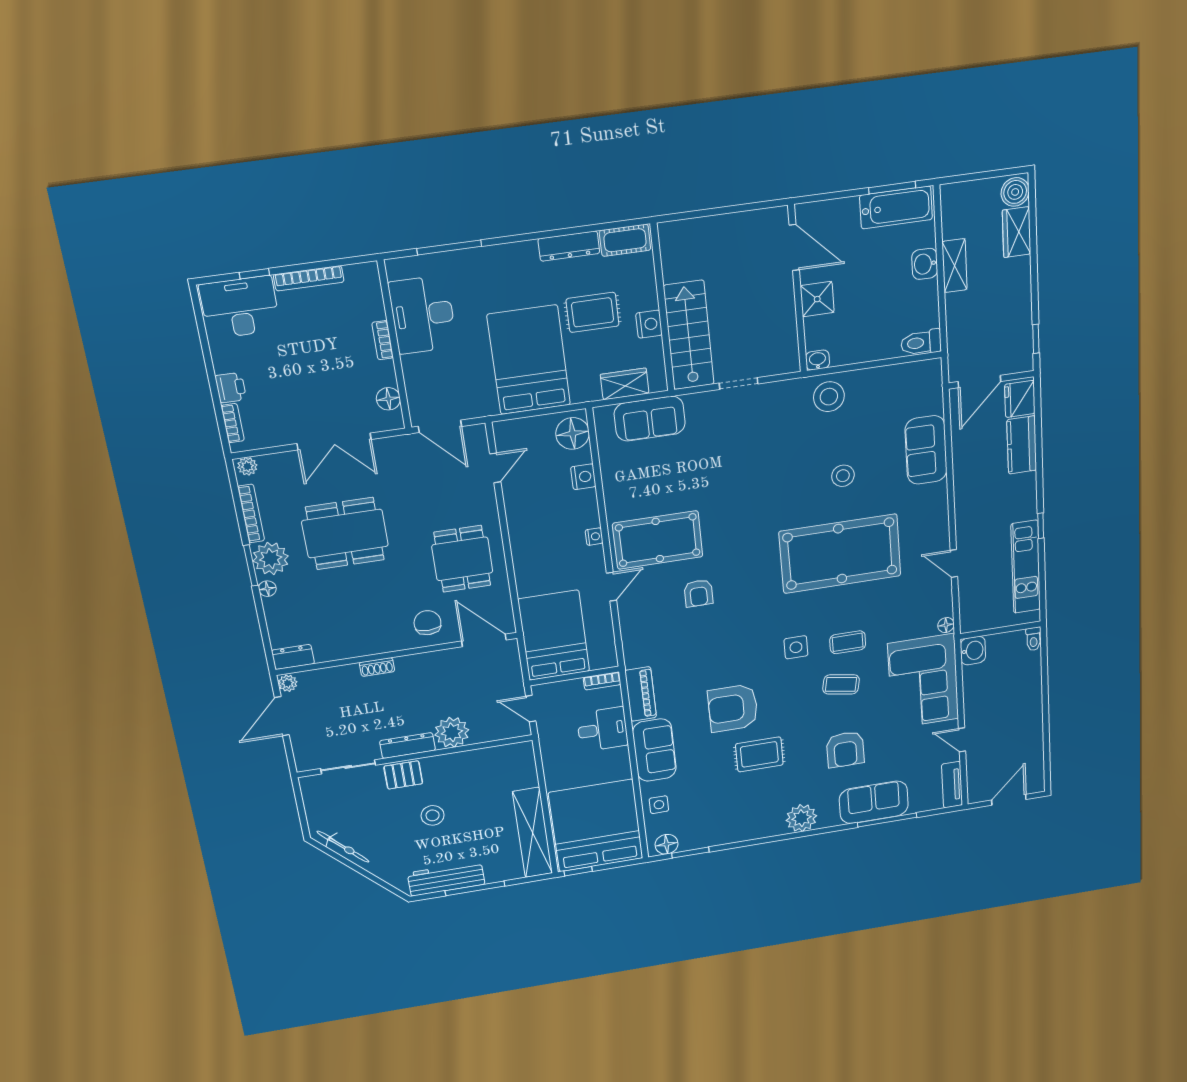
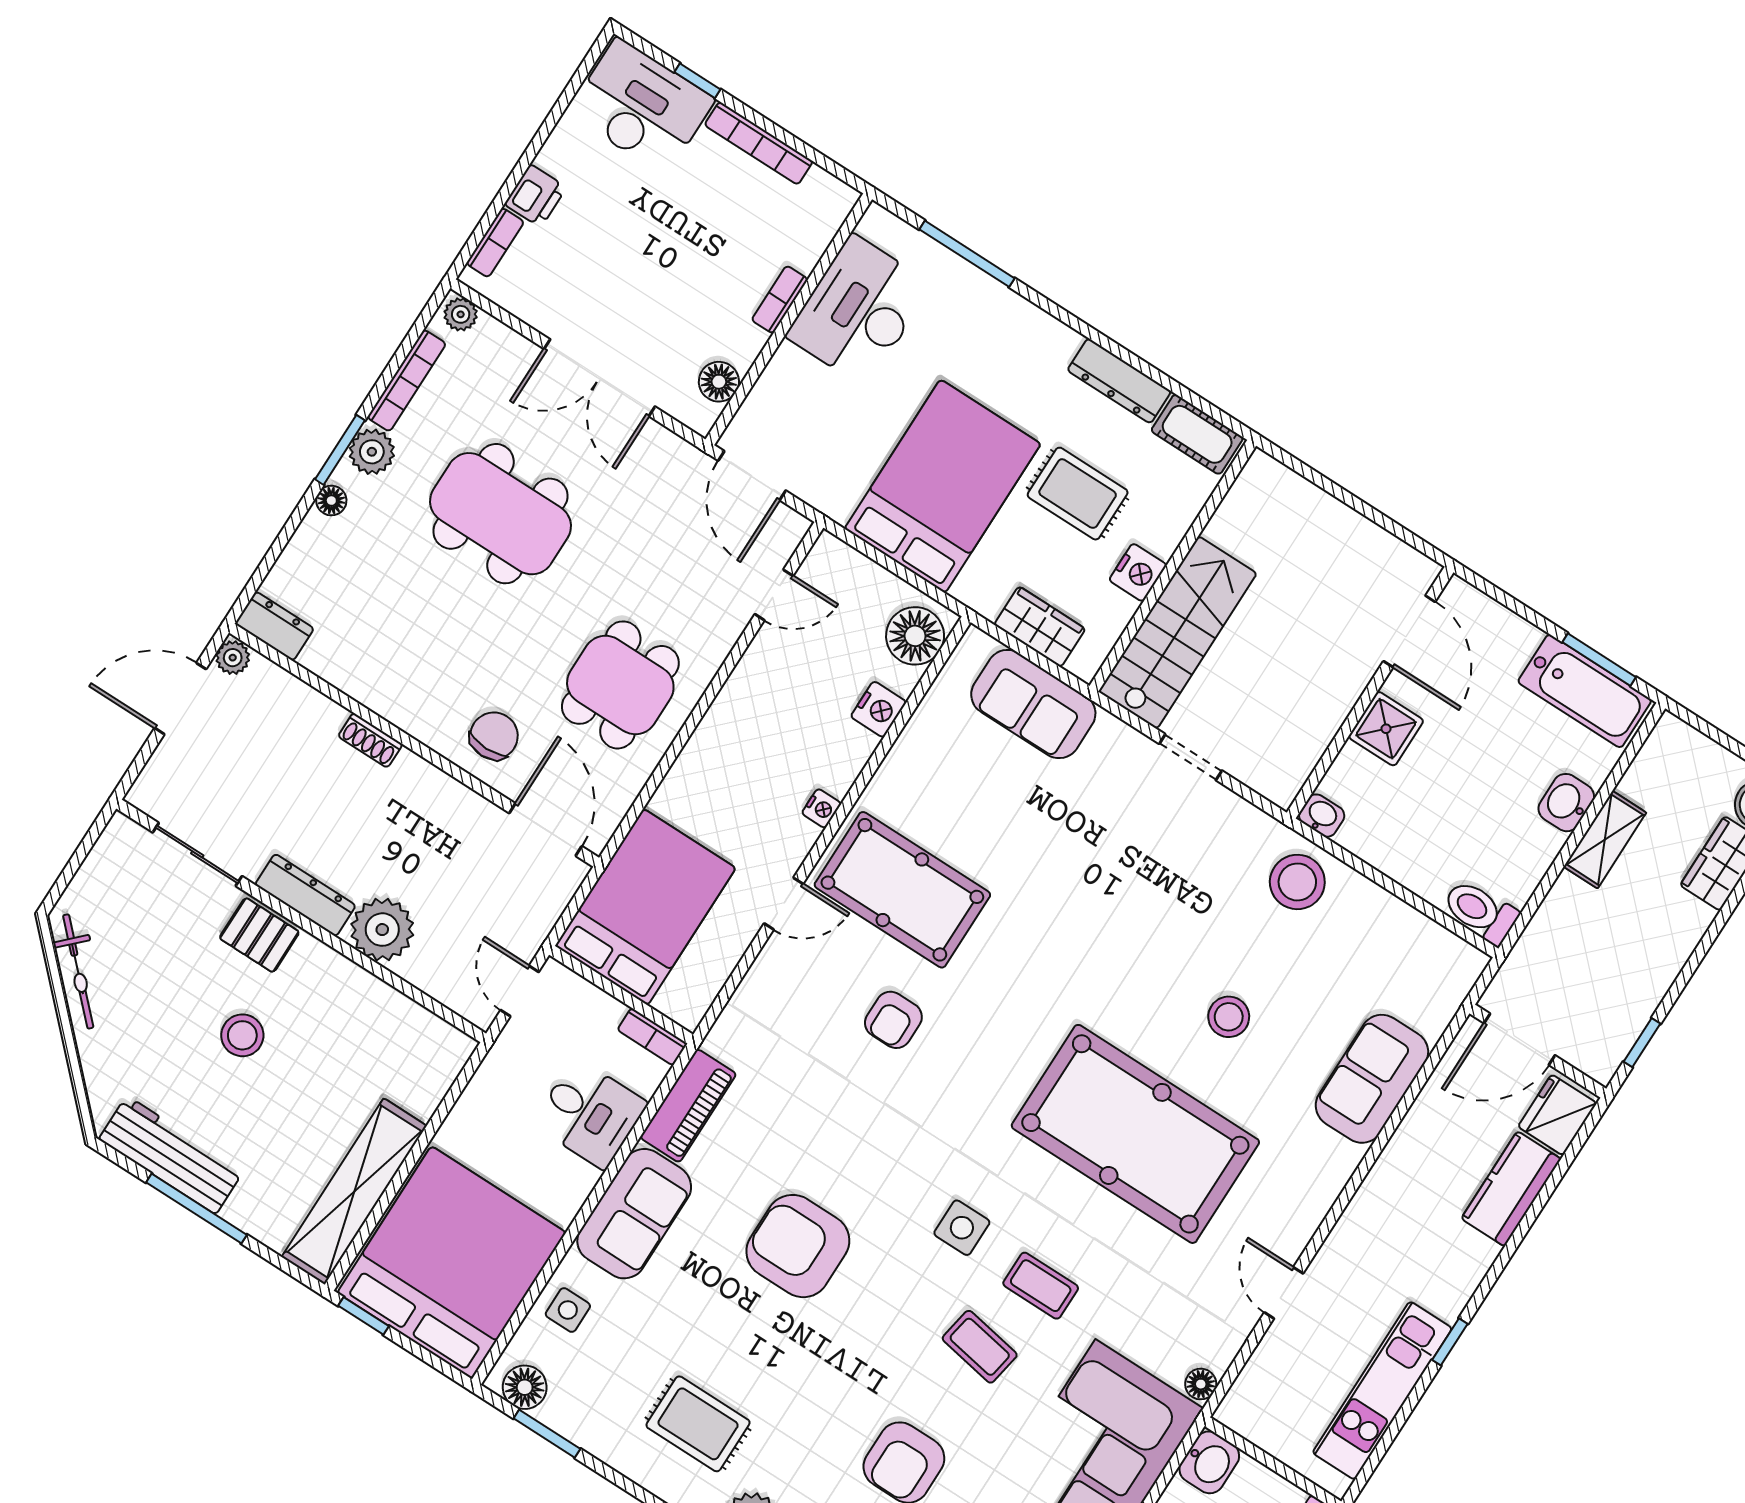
plant: (271, 559) -> (372, 452), width x0.73, depth x0.73
rug: (759, 754) -> (698, 1424), moved

